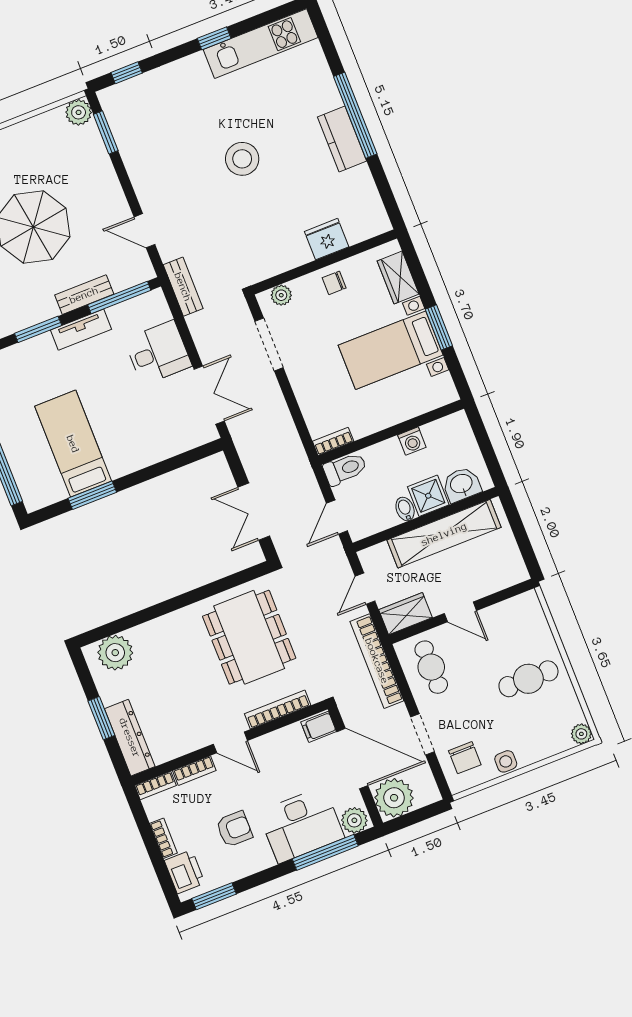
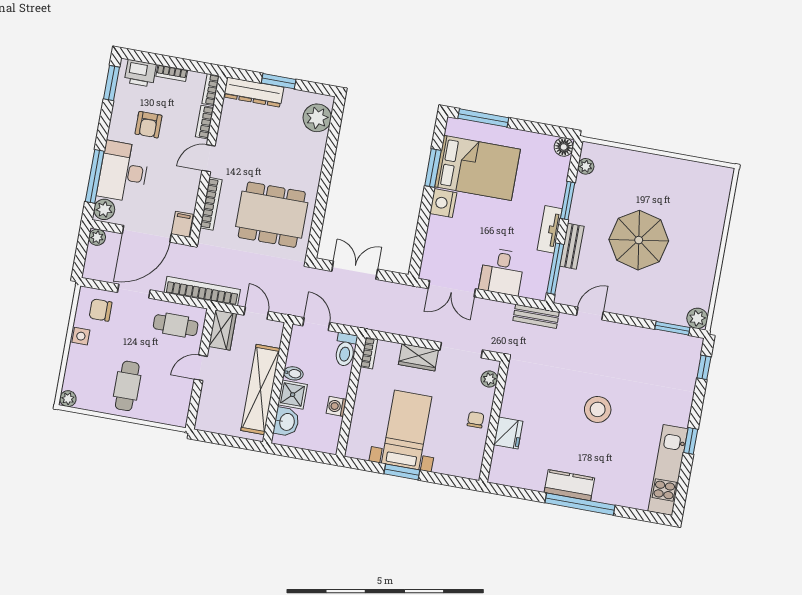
wardrobe: (398, 278) -> (418, 357), moved, turned 180
bed: (73, 444) -> (477, 168), width x1.50
nightstand: (123, 461) -> (443, 203), added
plant: (394, 798) -> (97, 237), width x0.53, depth x0.53

